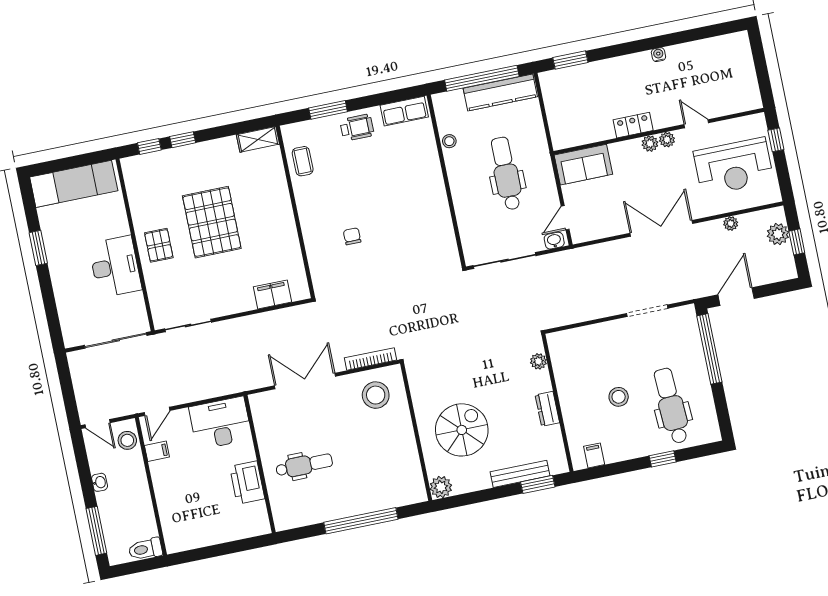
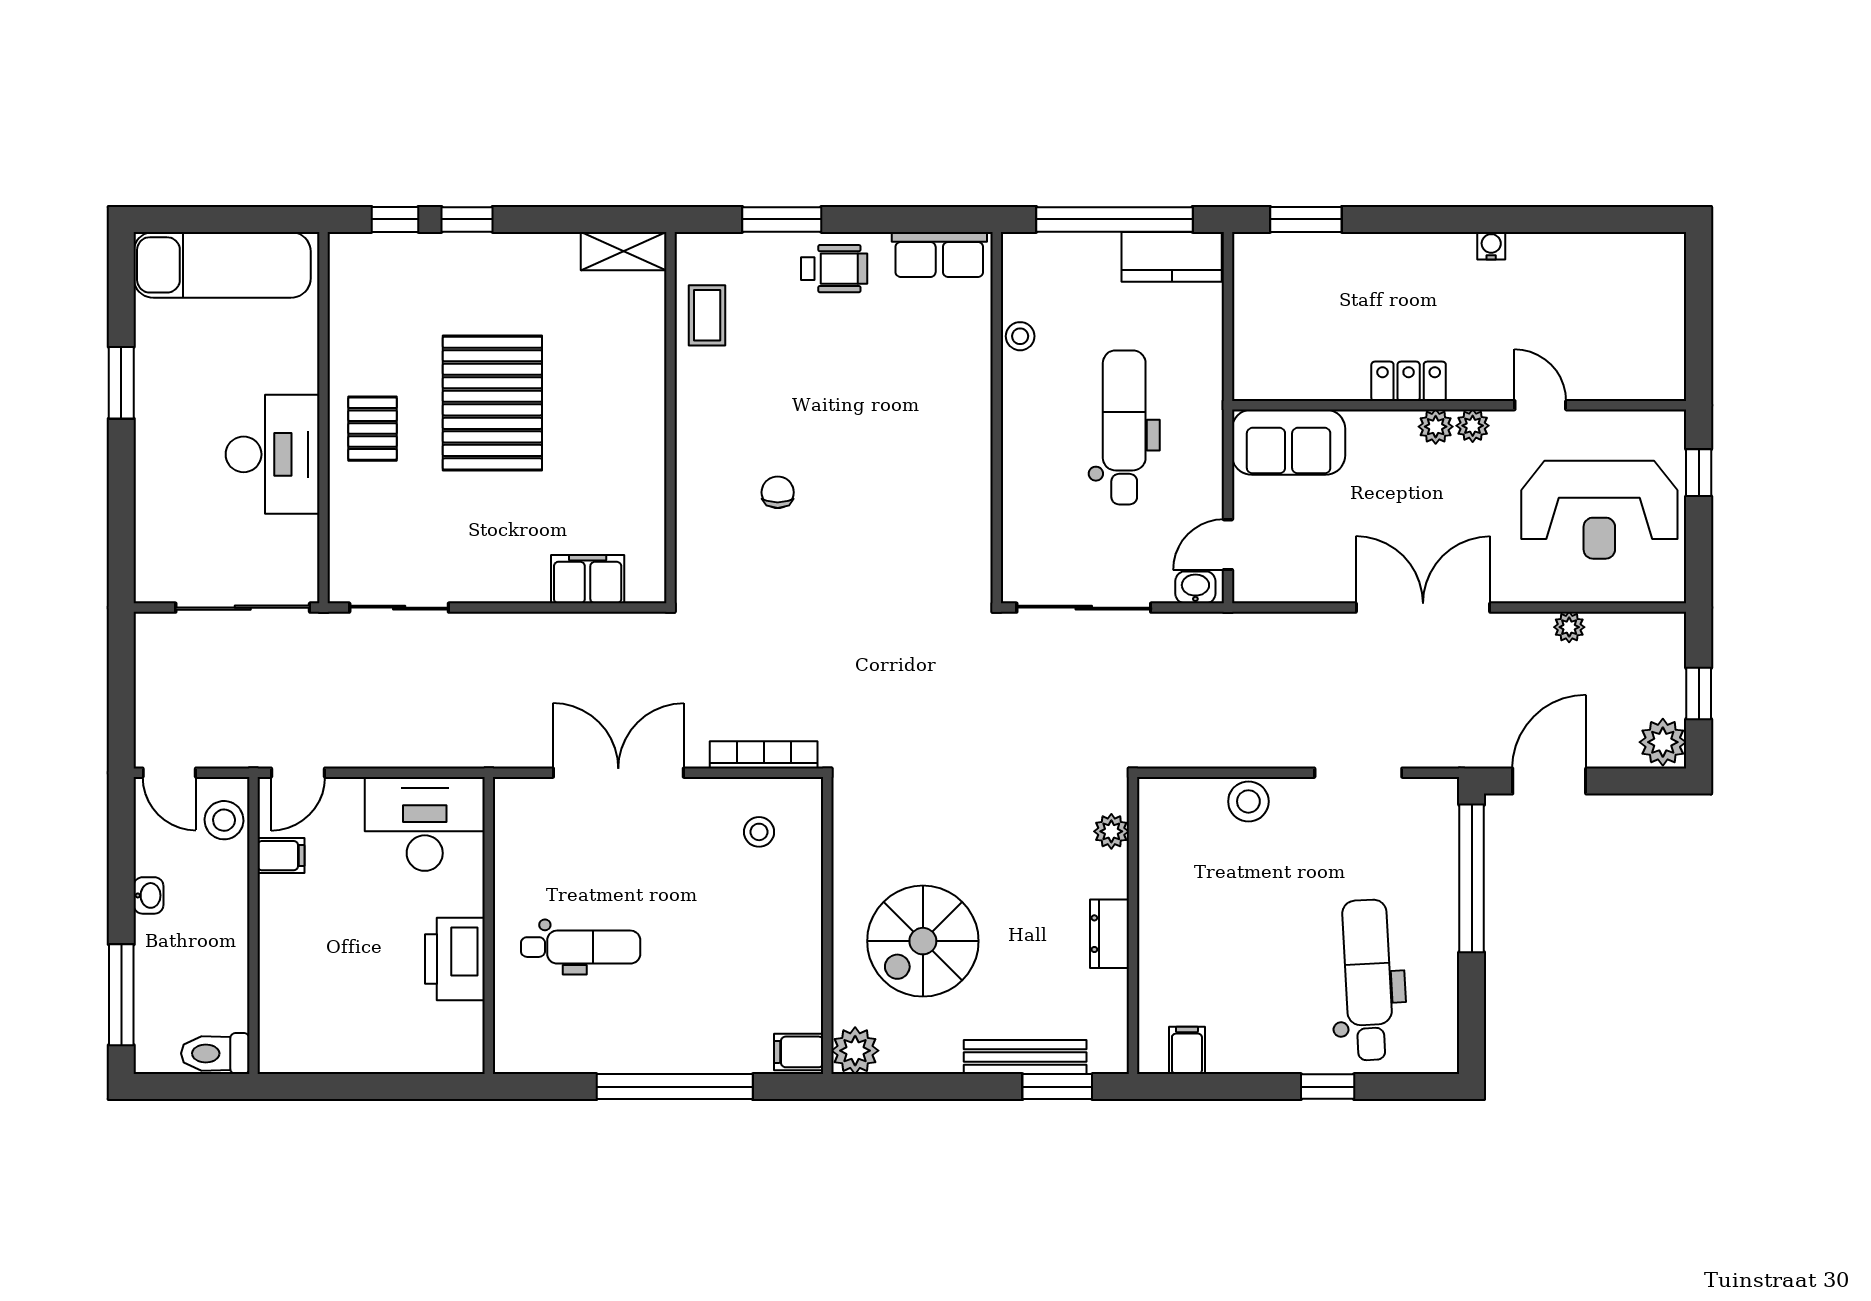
kitchen counter: (500, 92) -> (1172, 257), width x0.67
plant: (778, 234) -> (1663, 742), moved
stool: (376, 395) -> (759, 832), width x0.53, depth x0.53
stool: (619, 397) -> (1248, 801), moved
spiral stairs: (462, 430) -> (923, 941), turned 180
filing cabinet: (415, 493) -> (799, 1052), added

